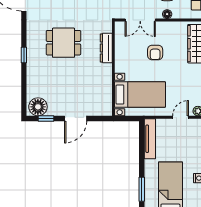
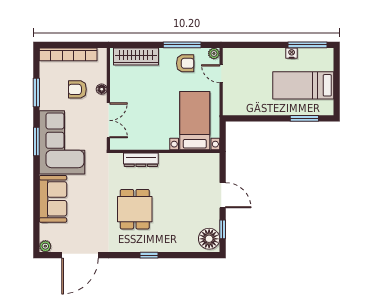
armchair: (155, 53) -> (185, 63), moved
tv unit: (150, 139) -> (246, 109), removed

